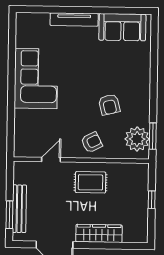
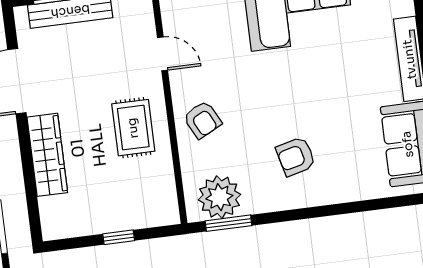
armchair: (109, 105) -> (296, 156), moved

